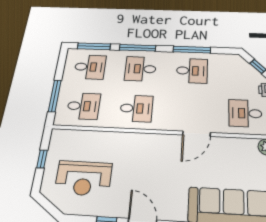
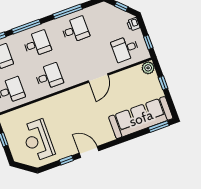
desk: (141, 69) -> (37, 44), turned 180
reception desk: (83, 178) -> (38, 140), turned 90

